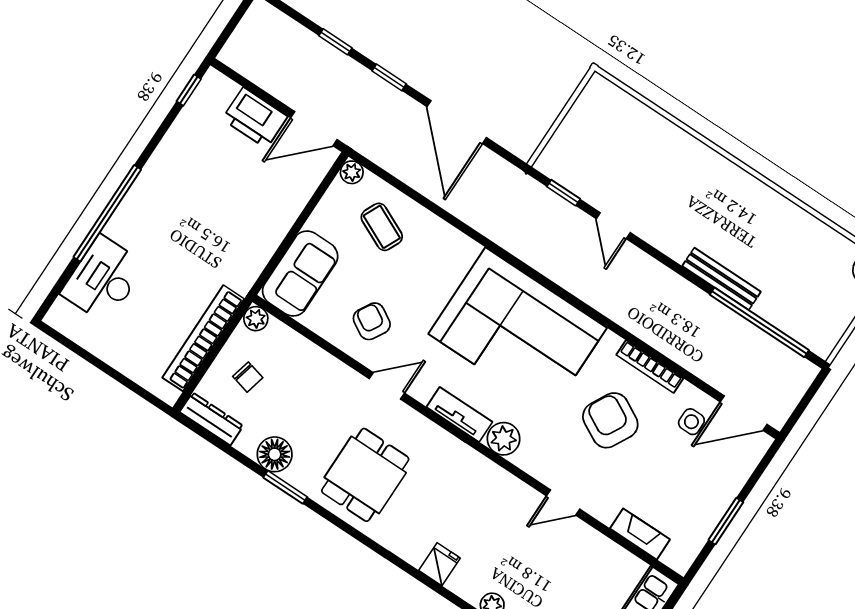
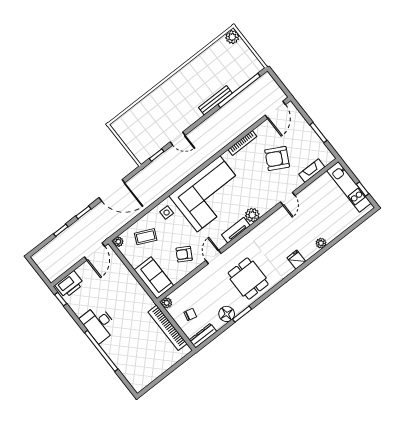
printer: (255, 118) -> (69, 285), moved
desk: (103, 279) -> (99, 324), moved
armchair: (610, 420) -> (277, 158), moved
side table: (691, 422) -> (167, 213), moved

